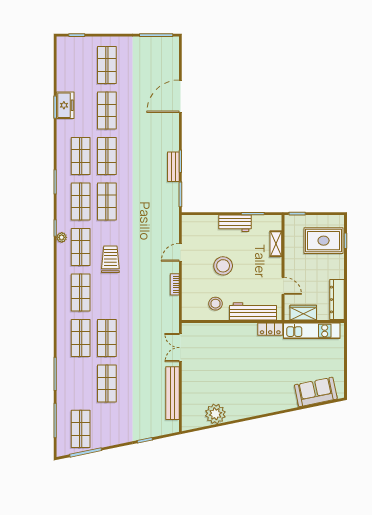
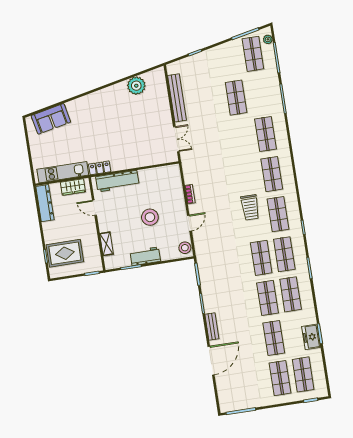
bench: (173, 167) -> (212, 326), moved
plant: (62, 237) -> (268, 39), moved
stool: (215, 304) -> (185, 248), moved
shop shelf: (107, 338) -> (303, 374), moved

